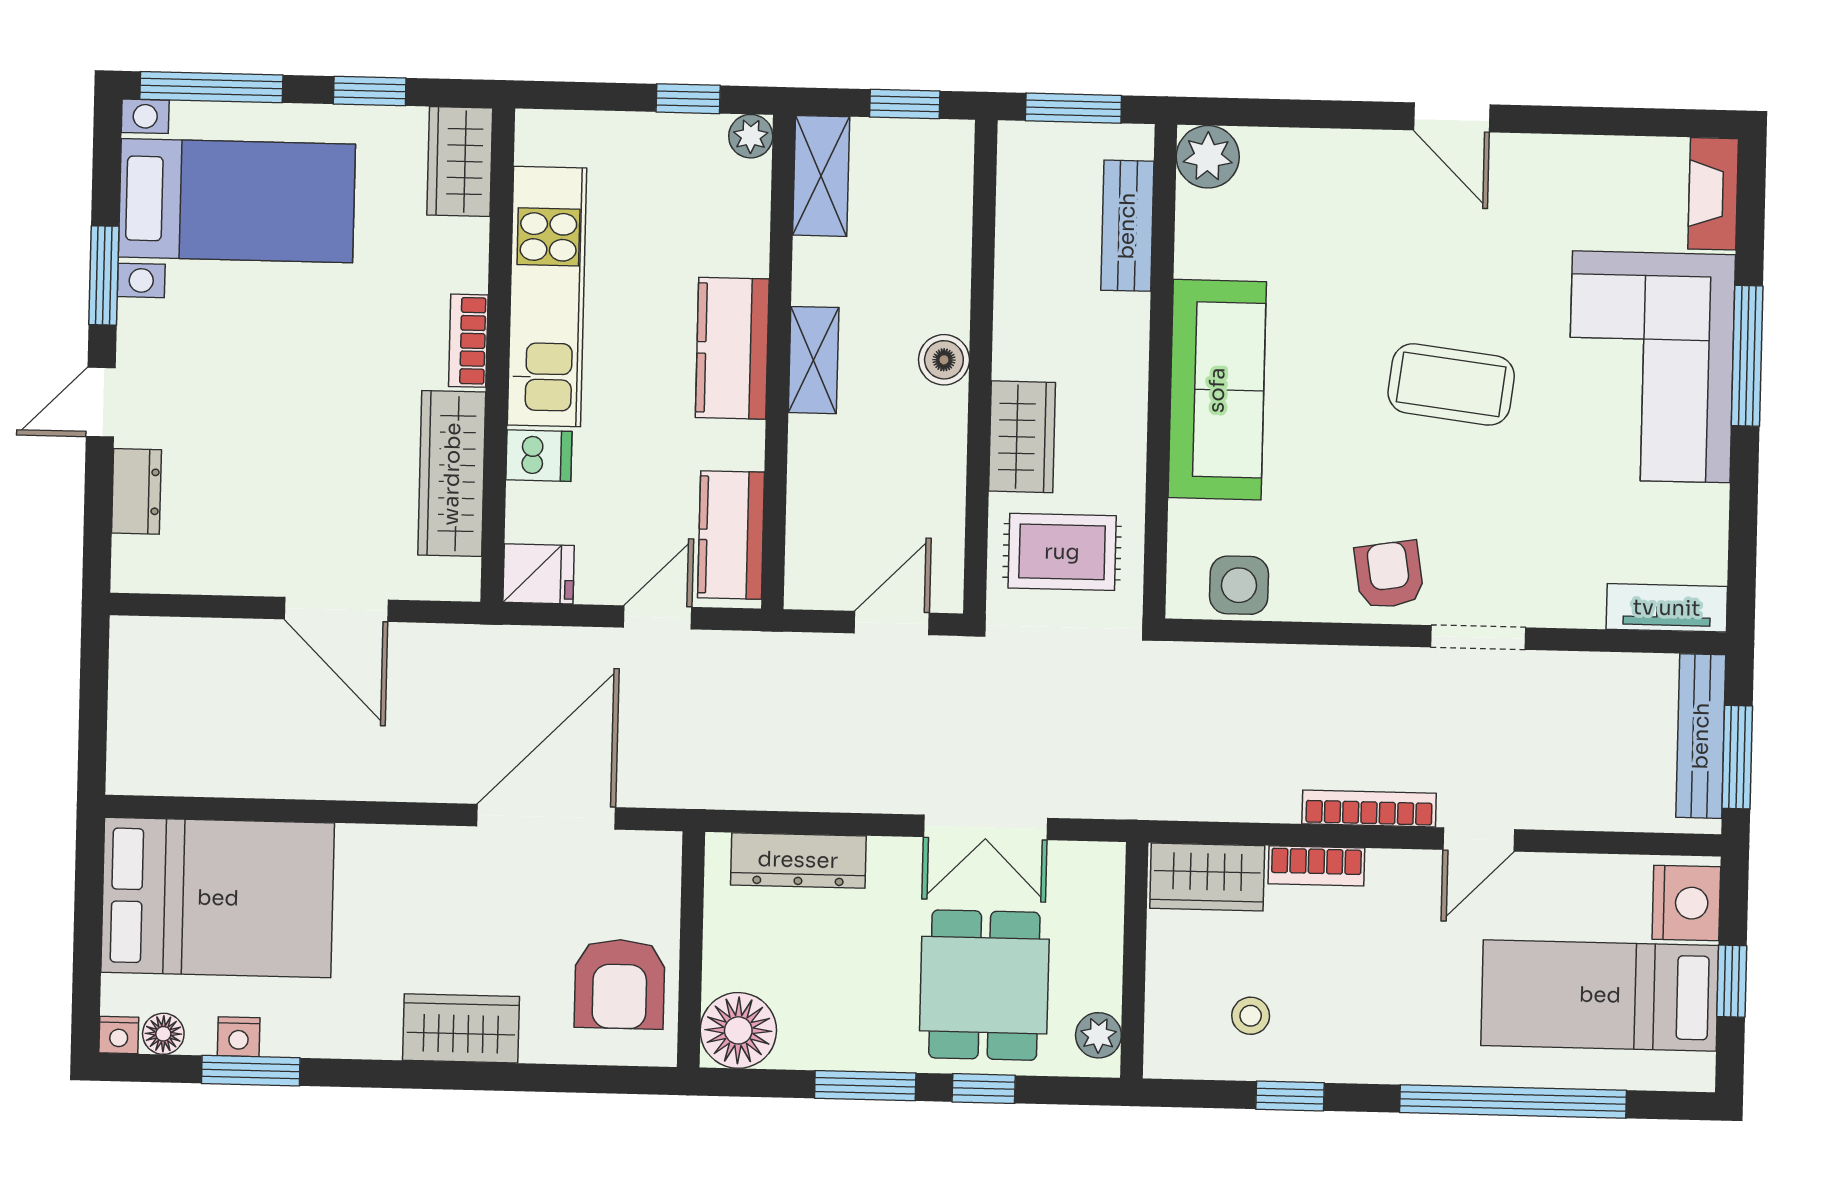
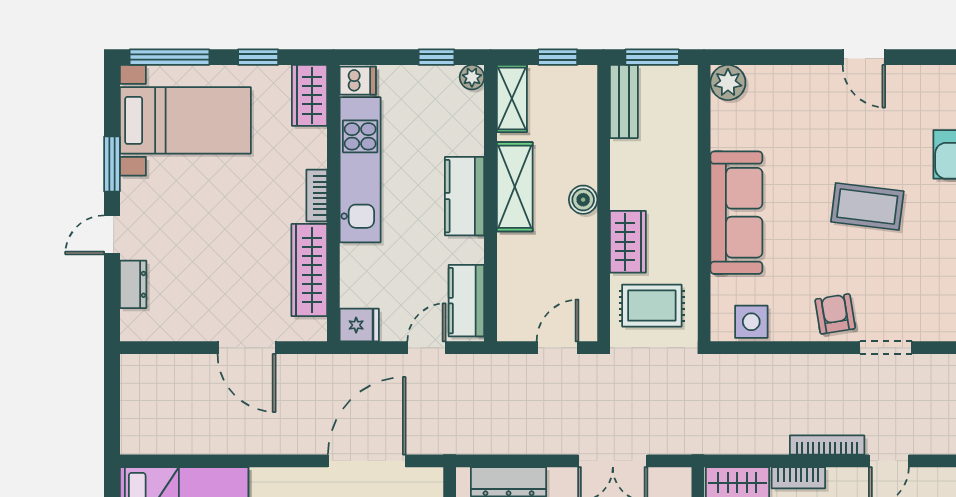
bench: (1127, 226) -> (624, 101), moved
shelving: (814, 360) -> (515, 187), width x1.50, depth x1.33
dishwasher: (539, 456) -> (358, 81), moved

